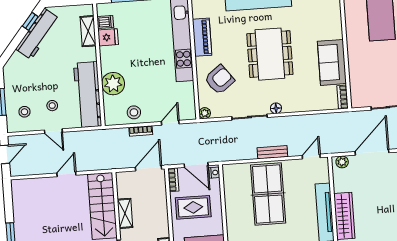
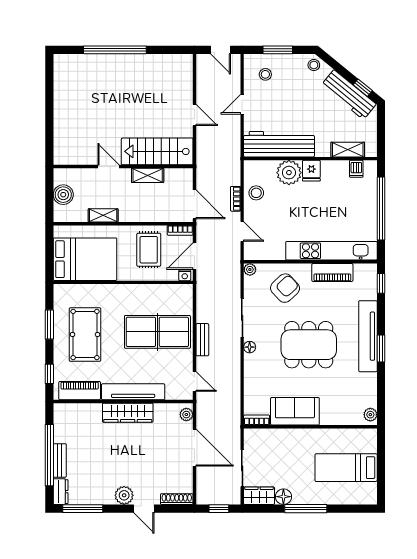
fridge: (108, 37) -> (311, 171), moved
armchair: (219, 80) -> (285, 288), turned -96
stool: (52, 106) -> (314, 65), moved

